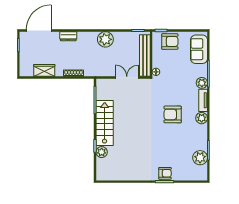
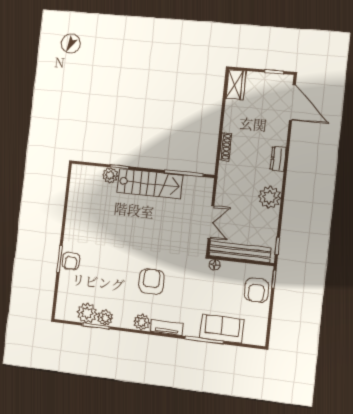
dresser: (68, 36) -> (278, 159), moved
sofa: (199, 49) -> (222, 329), moved
wardrobe: (44, 70) -> (236, 85), moved
plant: (202, 83) -> (105, 318), moved

